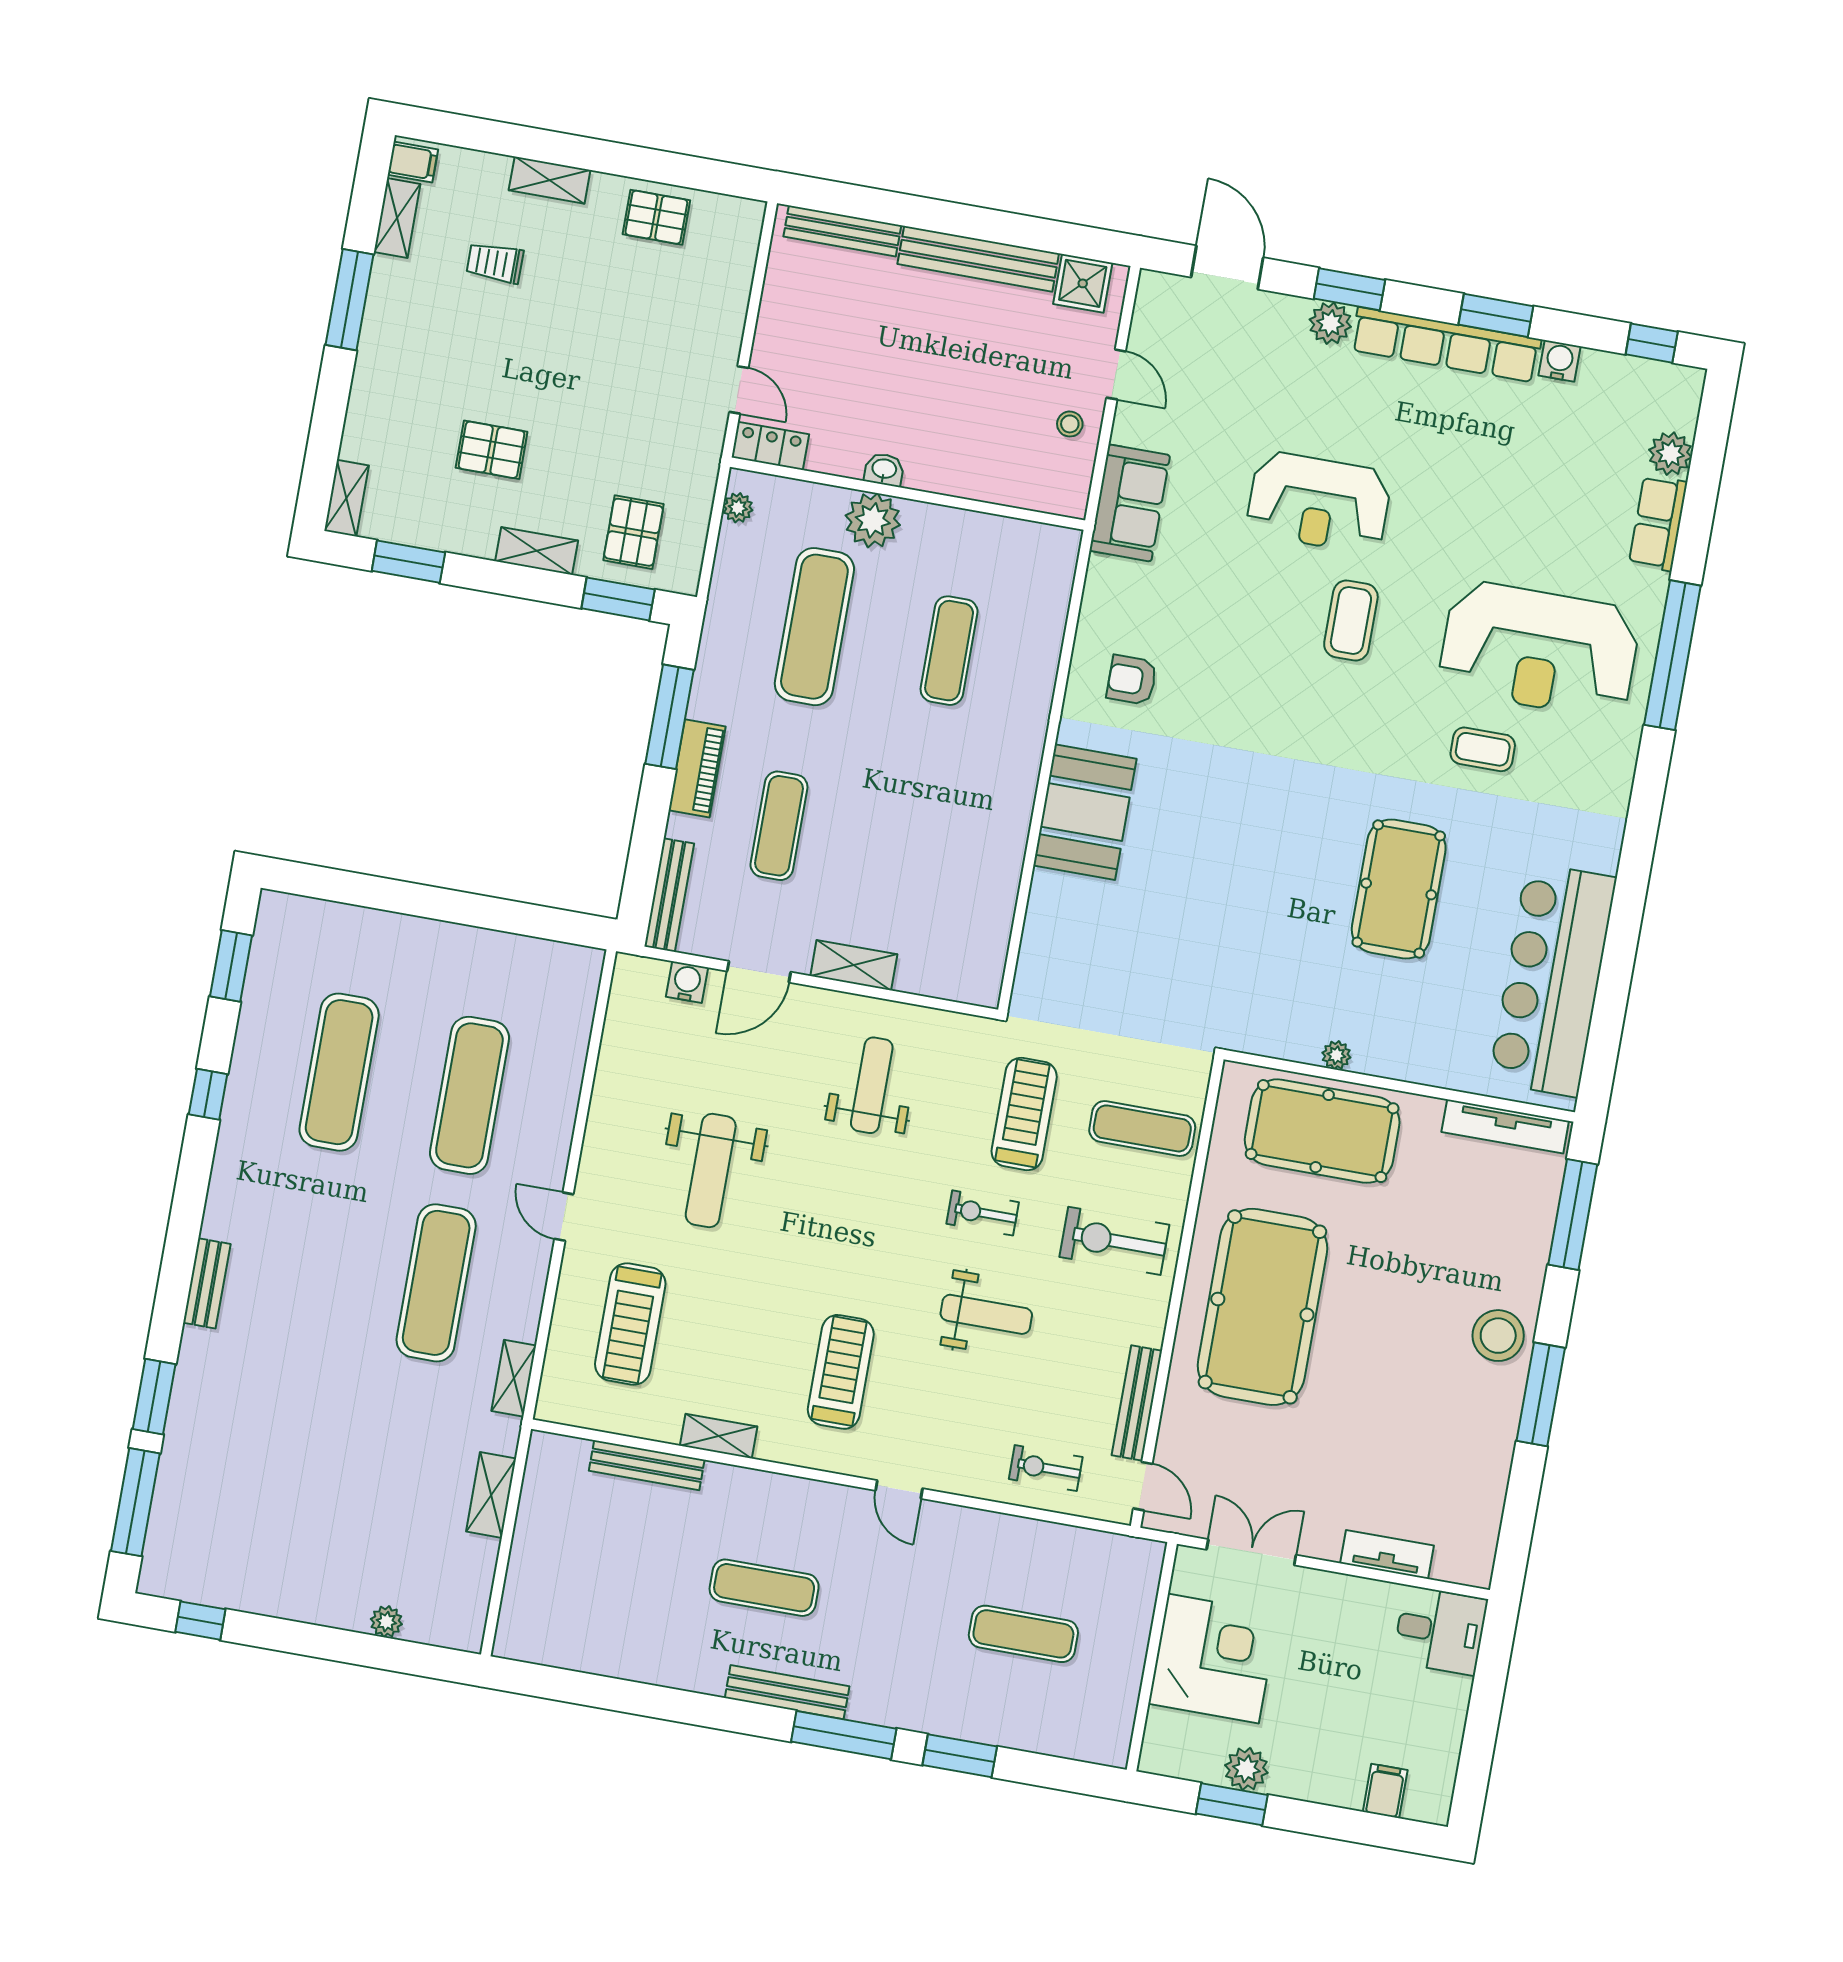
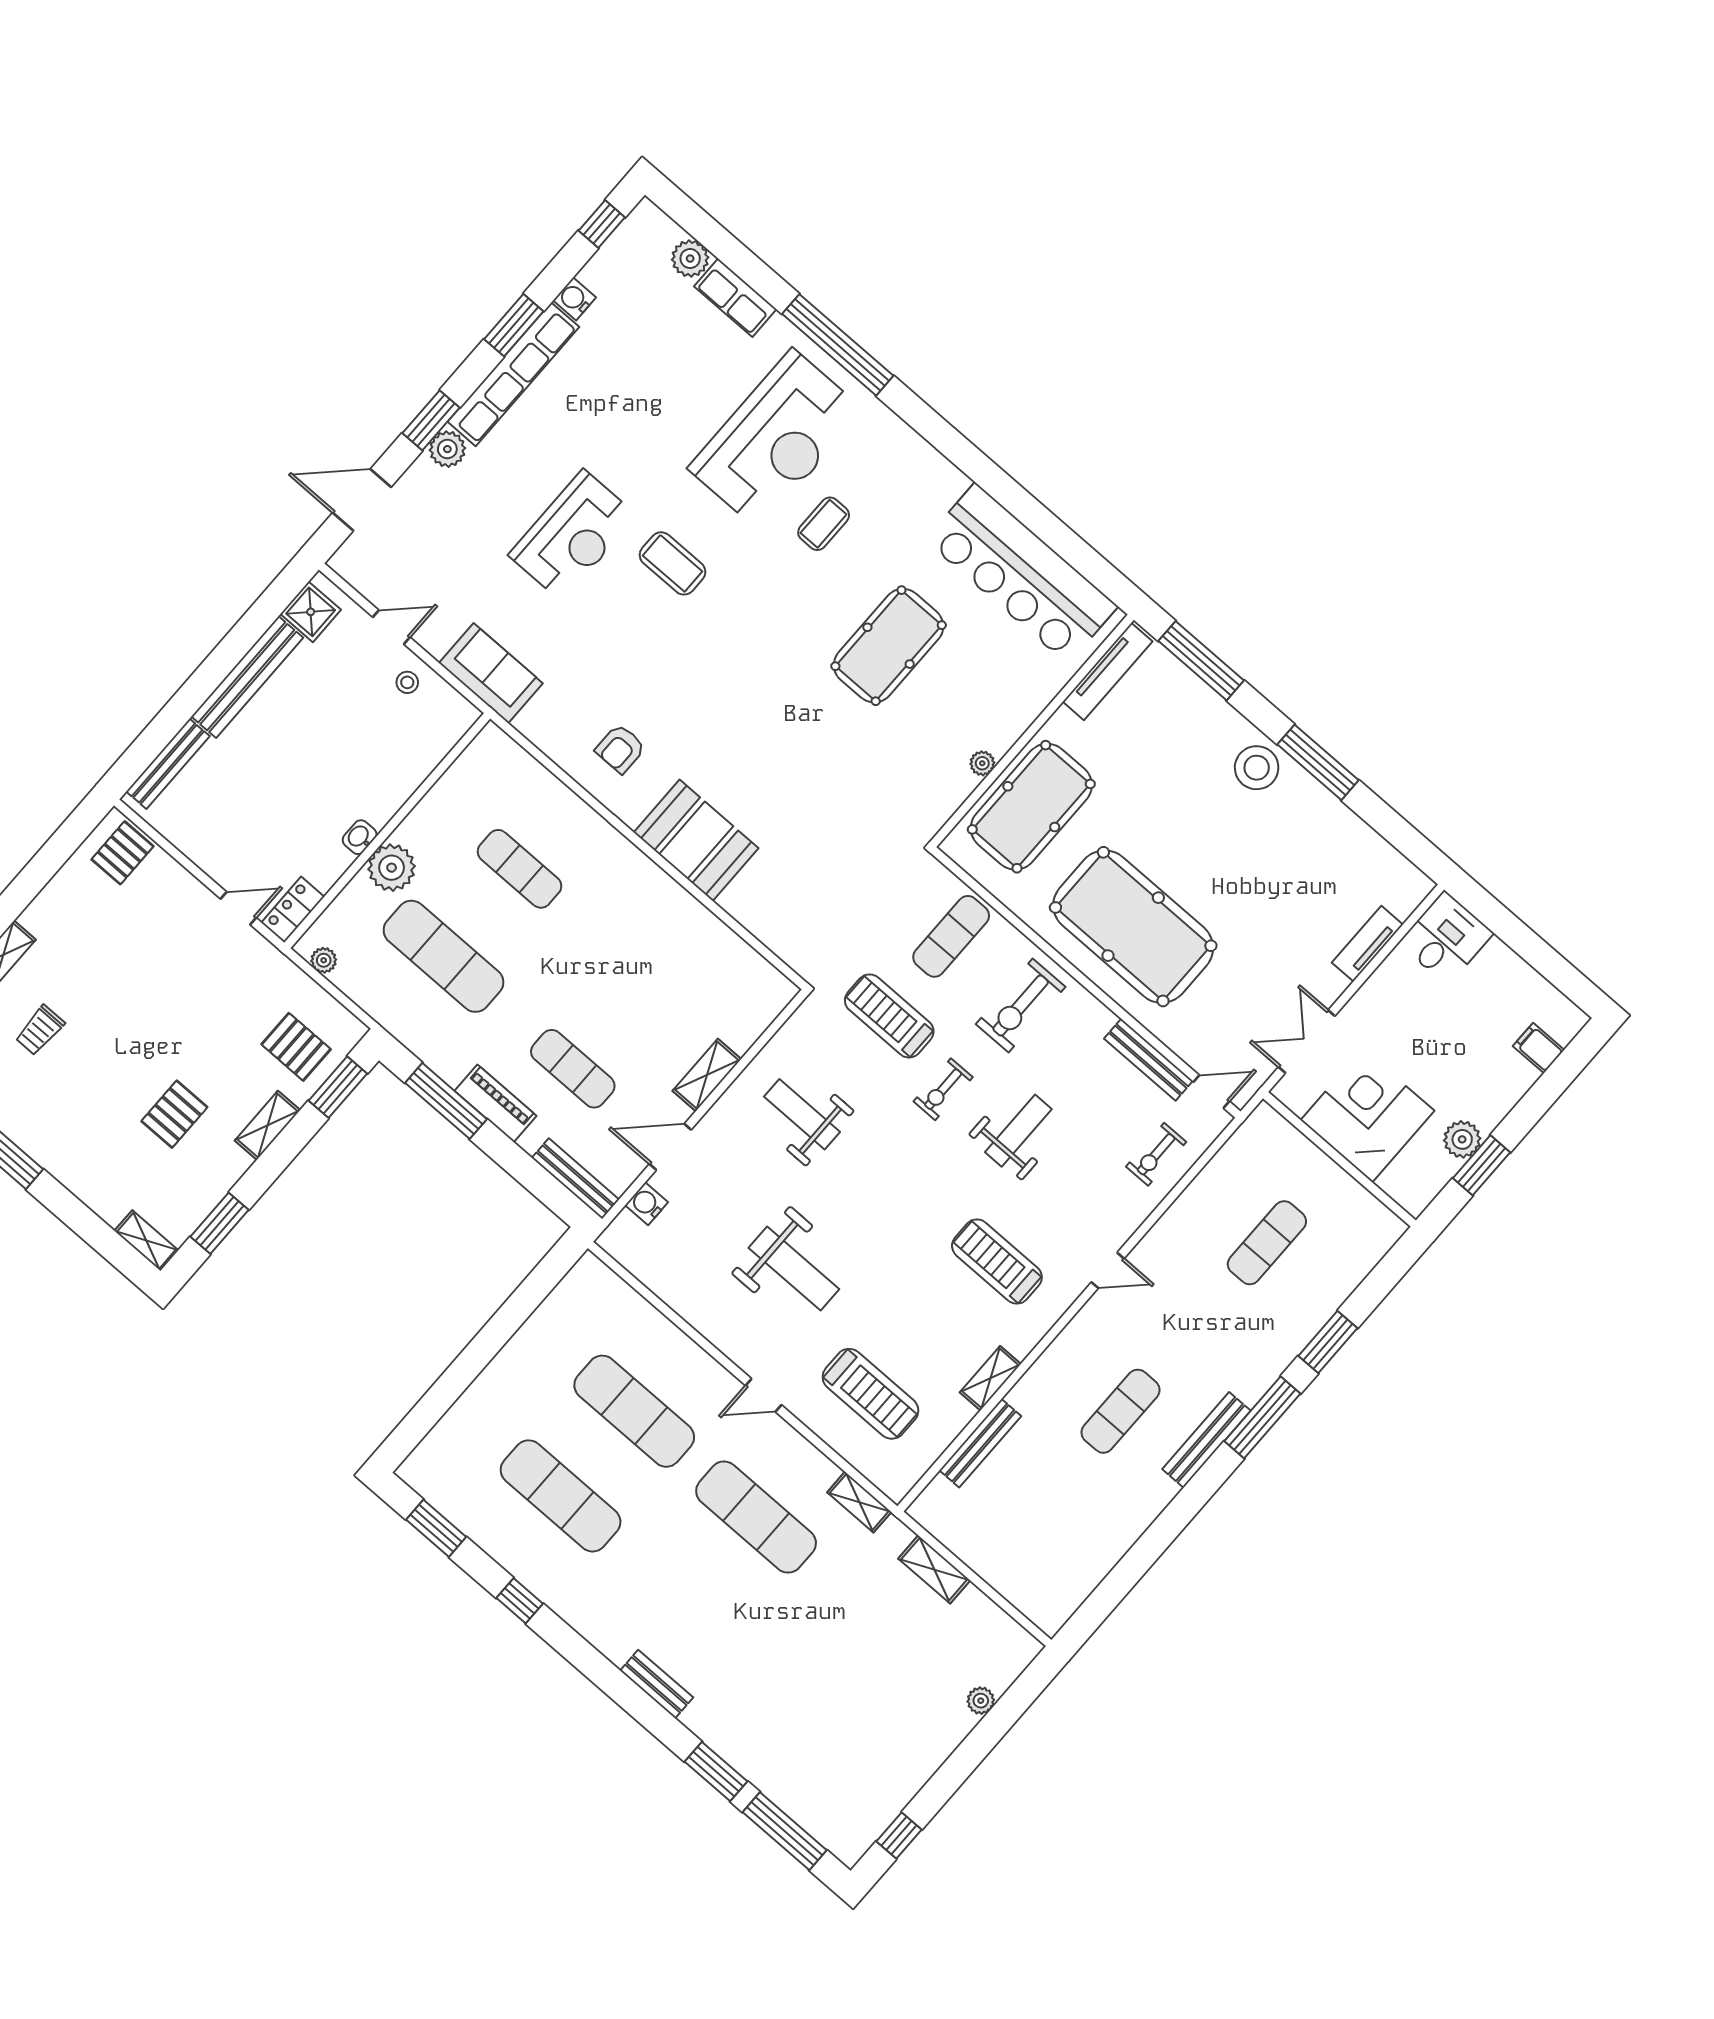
pallet: (656, 217) -> (122, 853), moved
pool table: (1399, 889) -> (889, 646), turned 90
door: (759, 972) -> (670, 1147), swing flipped

